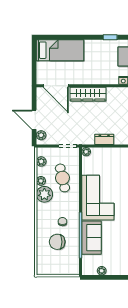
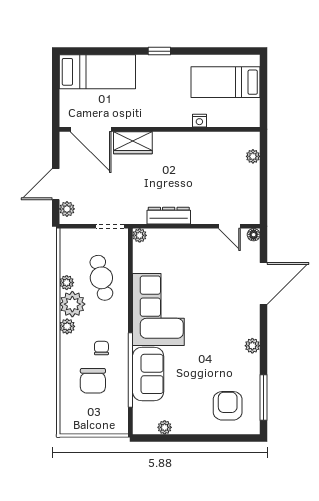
window: (110, 37) -> (159, 51), moved
wardrobe: (88, 94) -> (133, 143), width x0.67
door: (34, 120) -> (56, 184), hinge flipped
dresser: (104, 139) -> (169, 216), width x1.44
plant: (41, 161) -> (67, 326), moved
chair: (57, 242) -> (93, 381), turned -90

